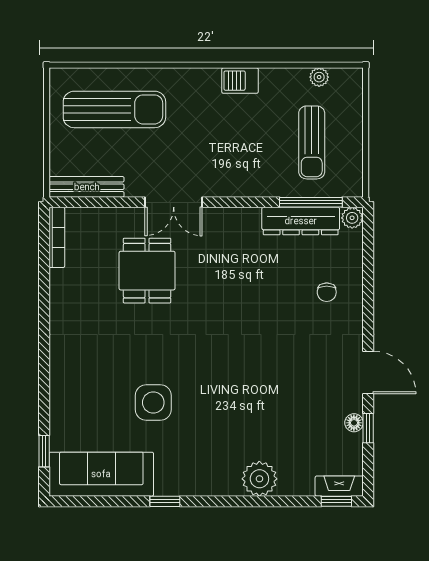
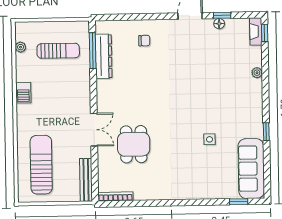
plant: (352, 218) -> (101, 27), removed
dining table: (147, 271) -> (134, 144), turned 90
side table: (153, 403) -> (210, 139), width x0.54, depth x0.54
plant: (259, 479) -> (257, 73), width x0.53, depth x0.53

